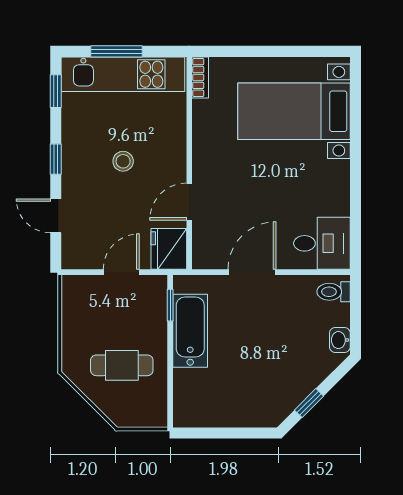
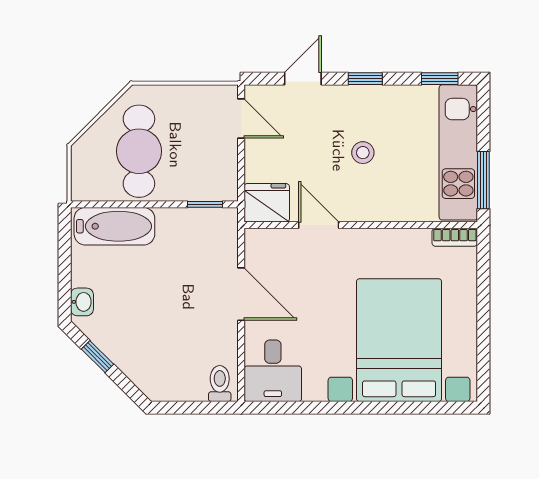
window: (117, 51) -> (483, 180), moved
bed with nightstands: (294, 111) -> (399, 340), width x1.36
door: (121, 272) -> (241, 119), moved
bathtub: (190, 331) -> (114, 226), moved
washbasin: (340, 340) -> (82, 302), moved, turned 90
cafe table: (122, 365) -> (139, 151), width x1.37, depth x1.35

